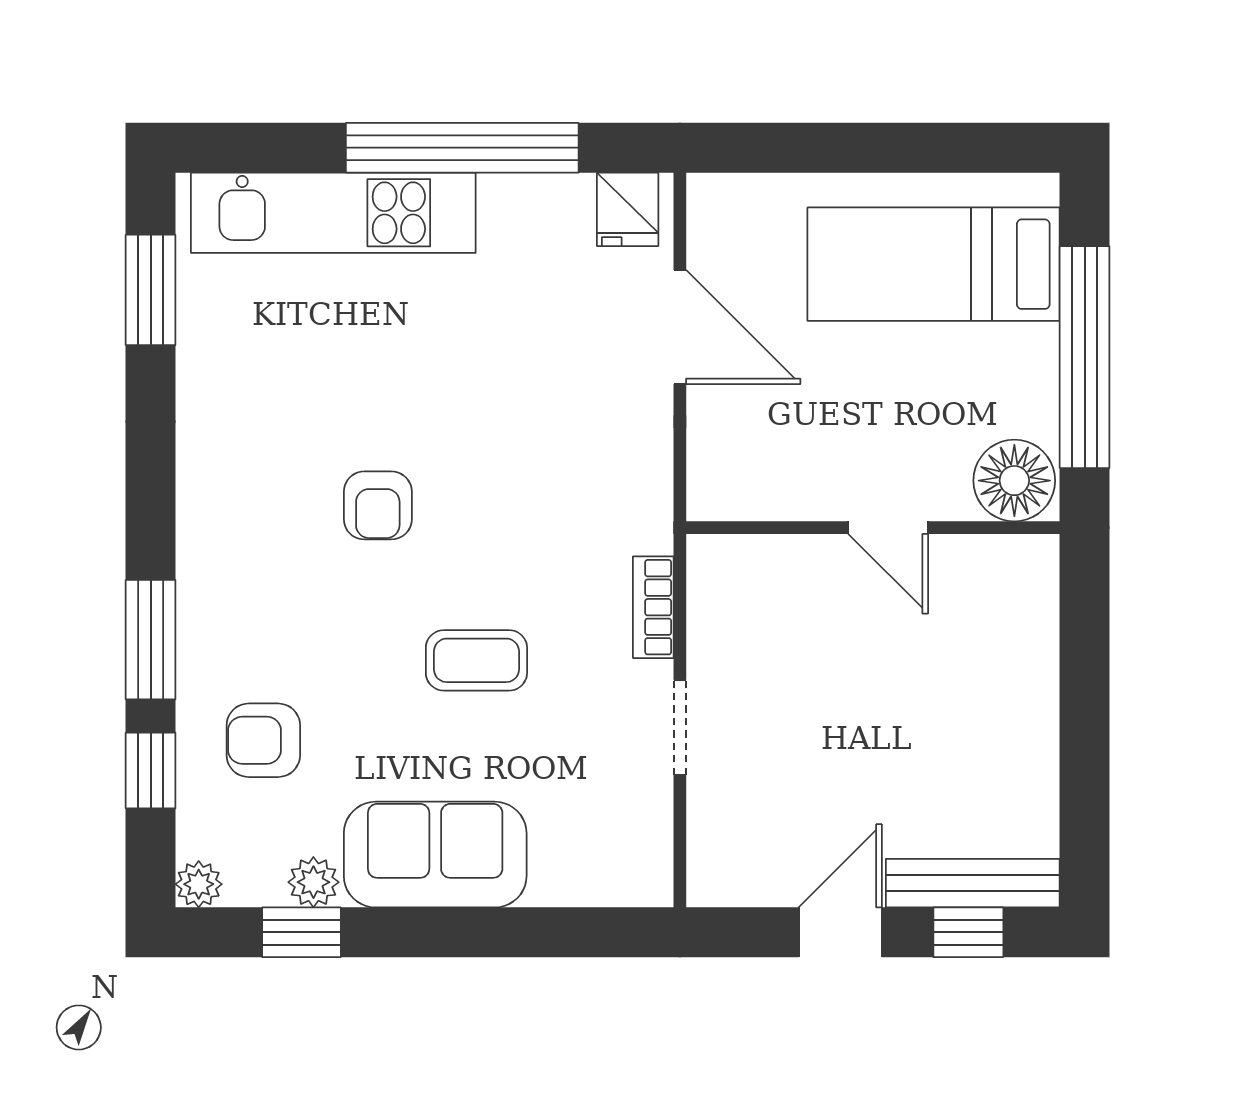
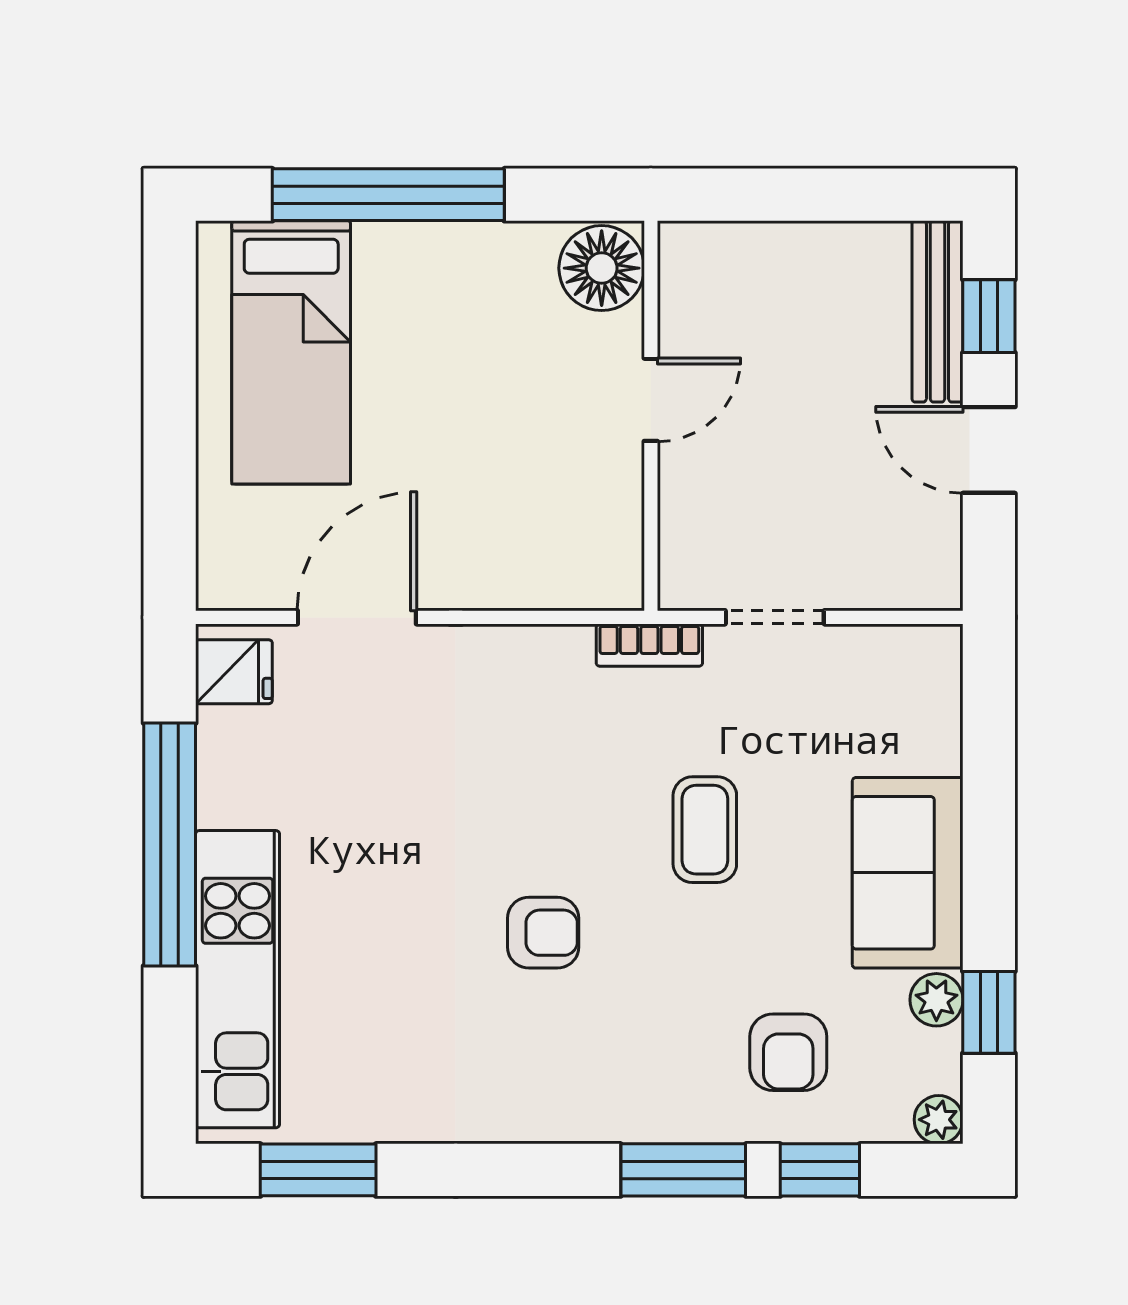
floor lamp: (1014, 481) -> (602, 268), moved
wall: (873, 528) -> (651, 416), moved
door: (888, 528) -> (651, 400), moved

